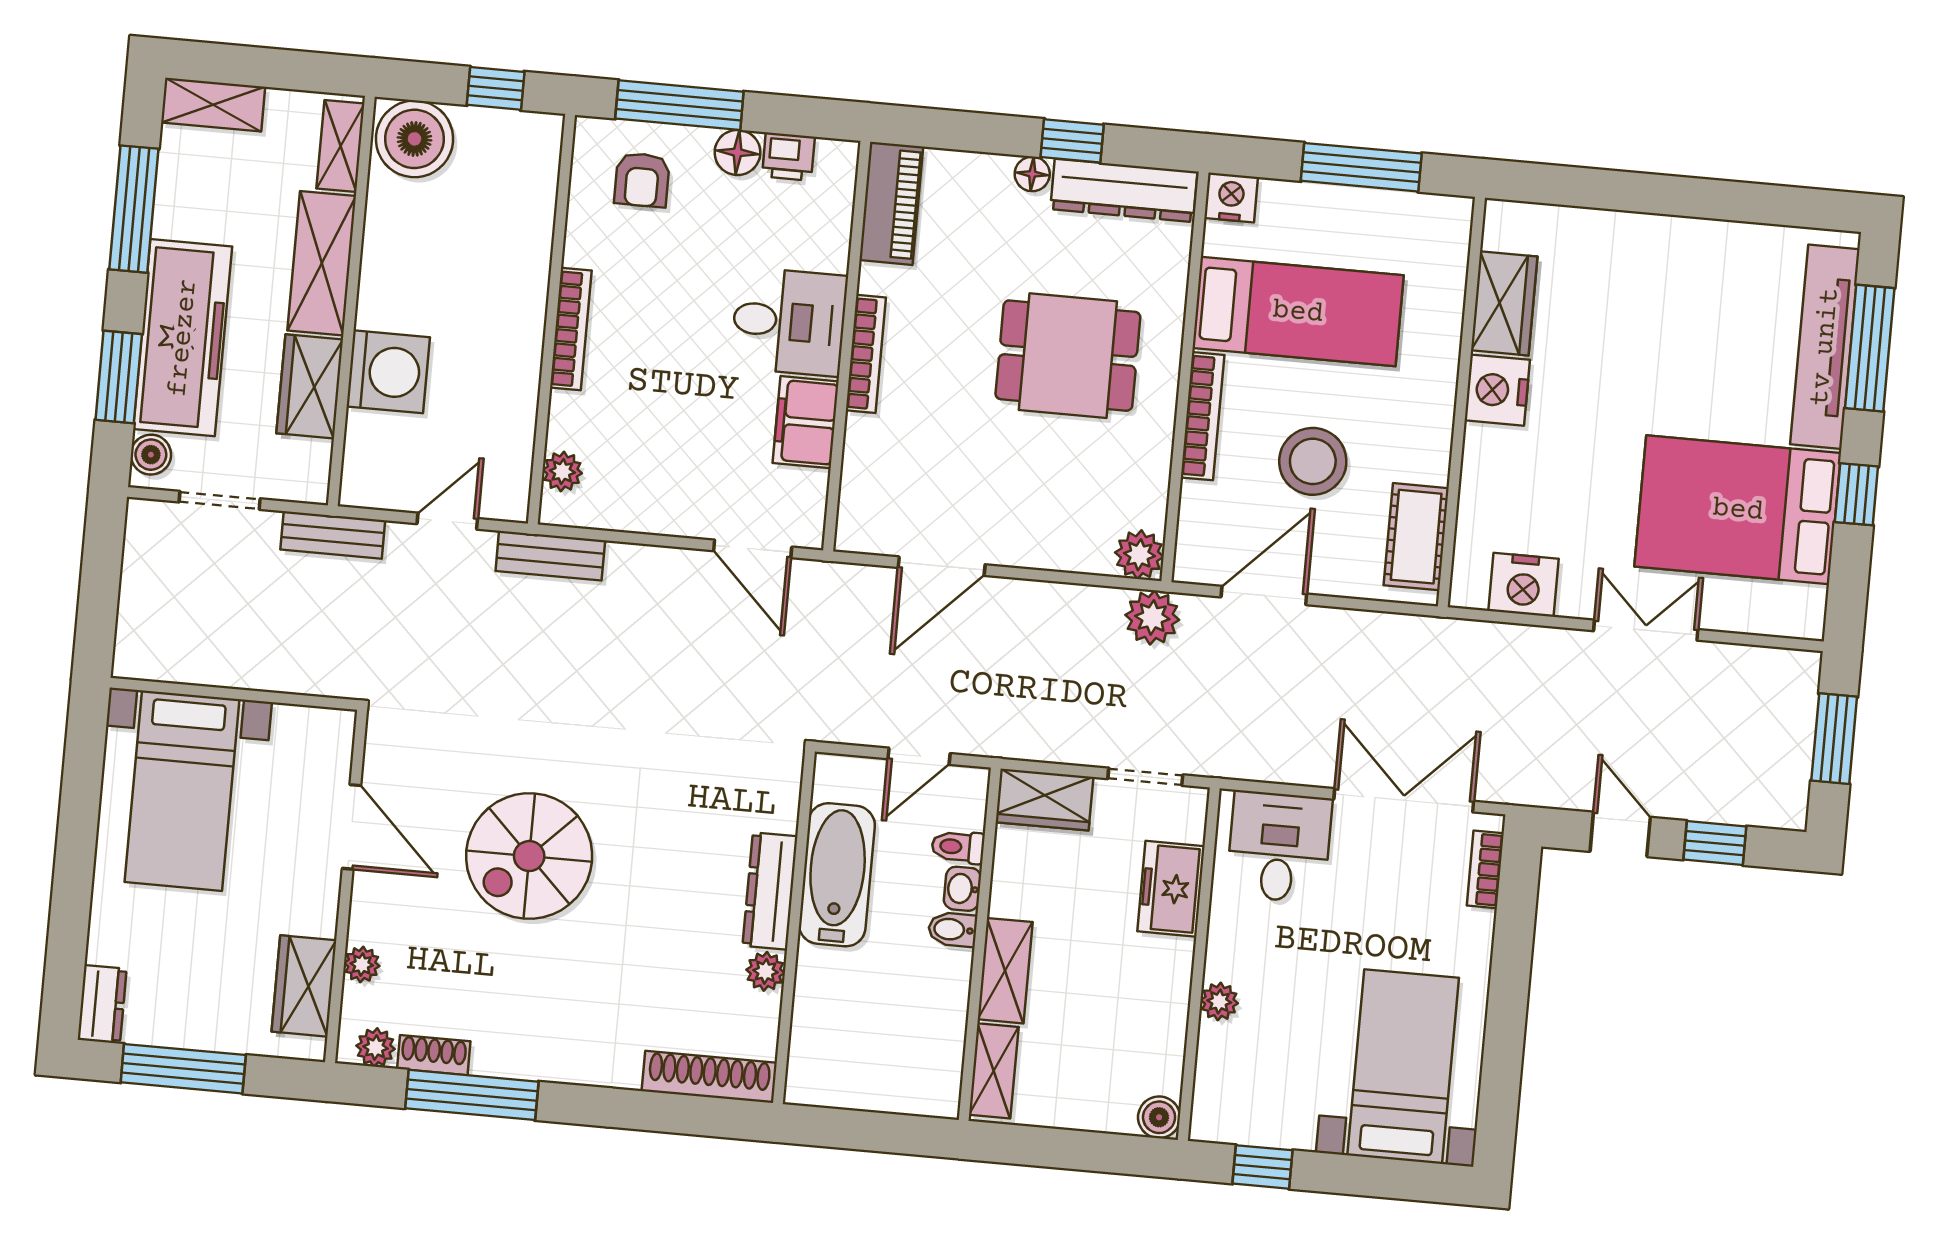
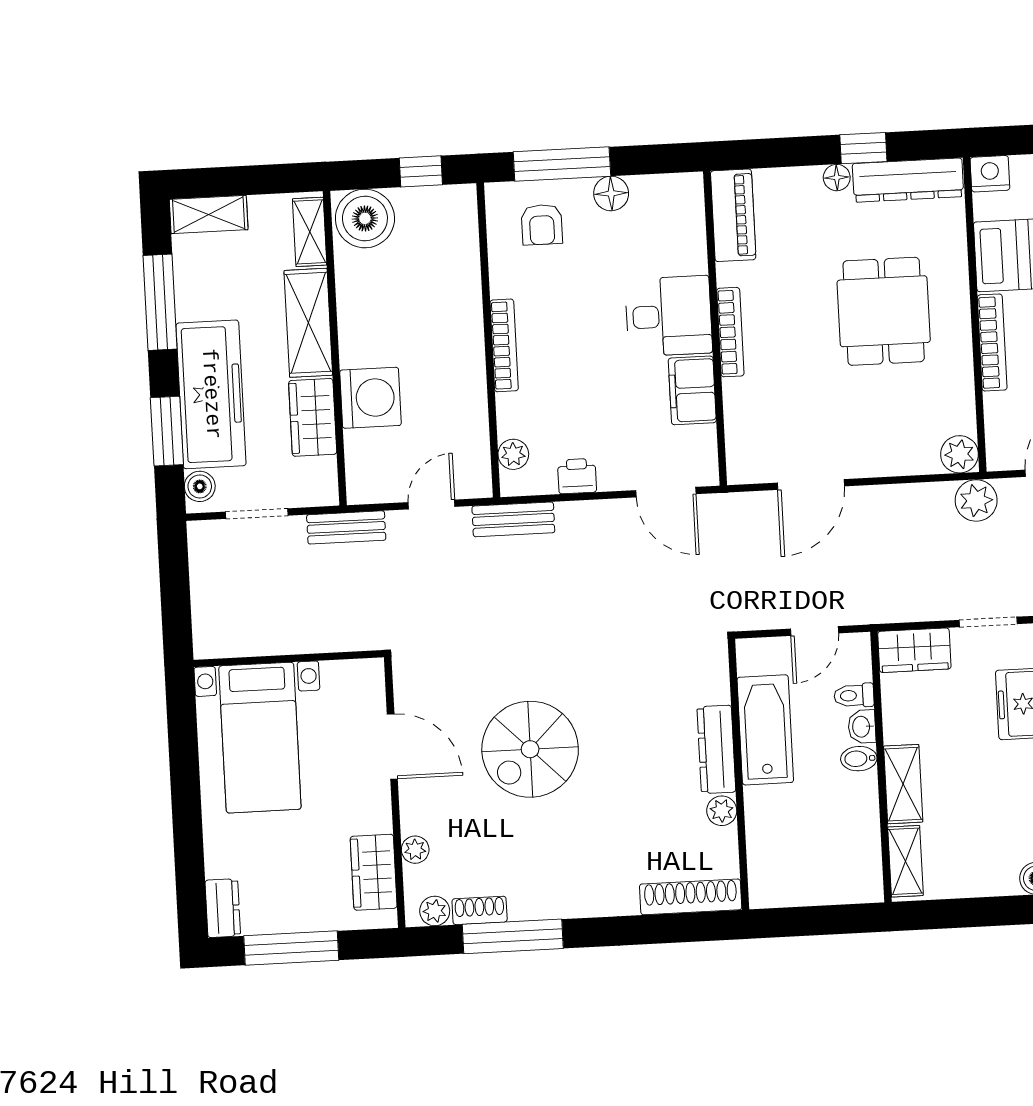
printer: (788, 157) -> (577, 476), moved, turned 180
dining table: (1068, 356) -> (884, 311), turned 90

